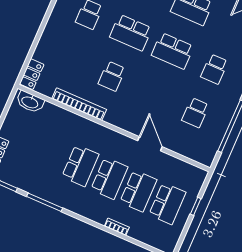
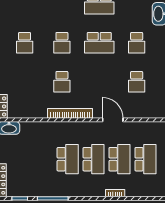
school desk: (131, 33) -> (62, 43), width x0.54
bookcase: (79, 104) -> (70, 113), moved

